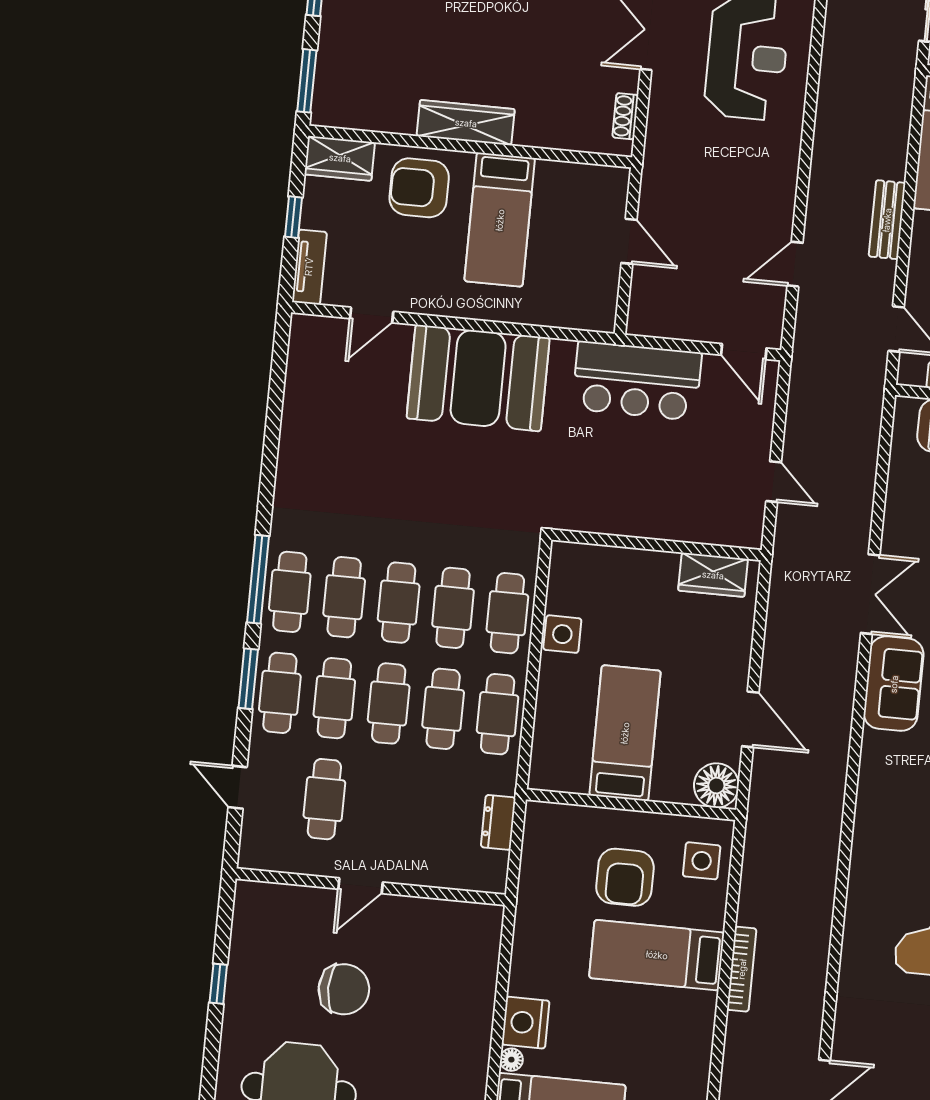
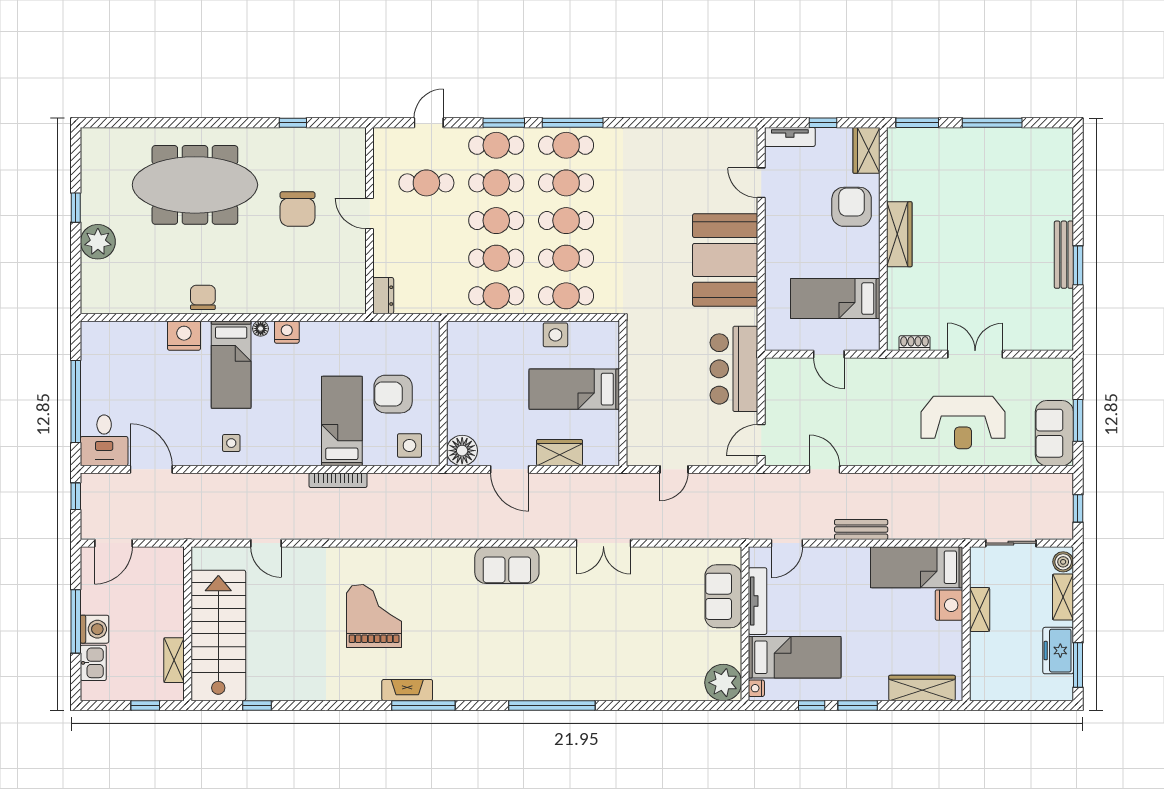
bed: (500, 220) -> (835, 299), moved
door: (629, 241) -> (829, 354), hinge flipped
wardrobe: (713, 575) -> (560, 453), moved, turned 90
sofa: (894, 684) -> (507, 565), moved
door: (750, 719) -> (510, 469), hinge flipped
bed: (625, 733) -> (574, 389), moved, turned 180
dresser: (498, 822) -> (383, 296), moved, turned 90
nightstand: (526, 1023) -> (287, 332), width x0.74, depth x0.75

